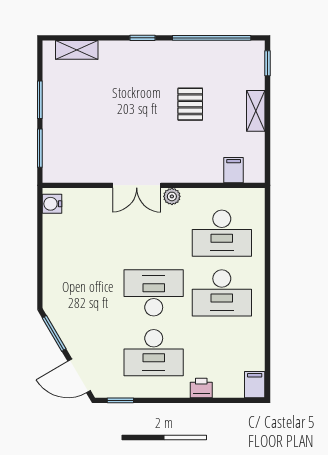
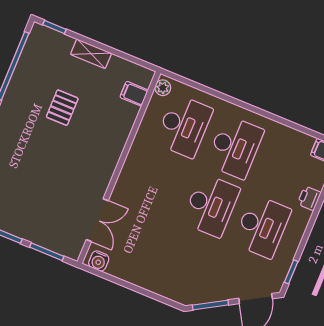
pallet: (190, 104) -> (62, 108), turned 90
double door: (137, 185) -> (97, 220), moved
plant: (172, 196) -> (163, 88), moved
desk: (154, 293) -> (211, 205), turned 180

